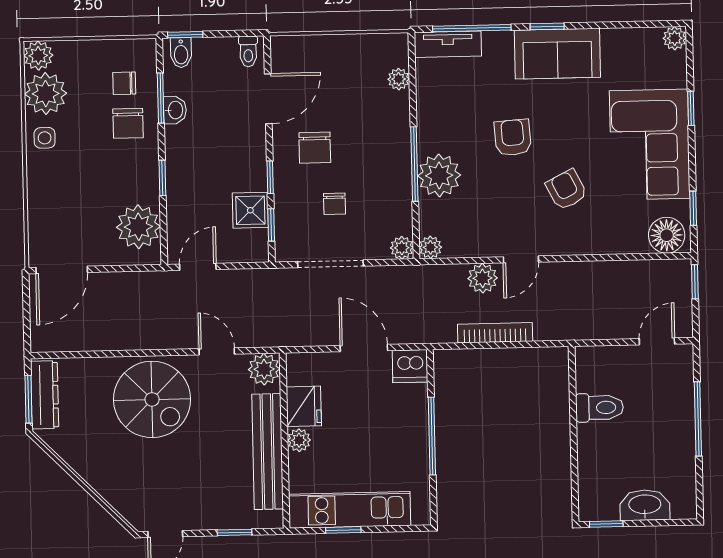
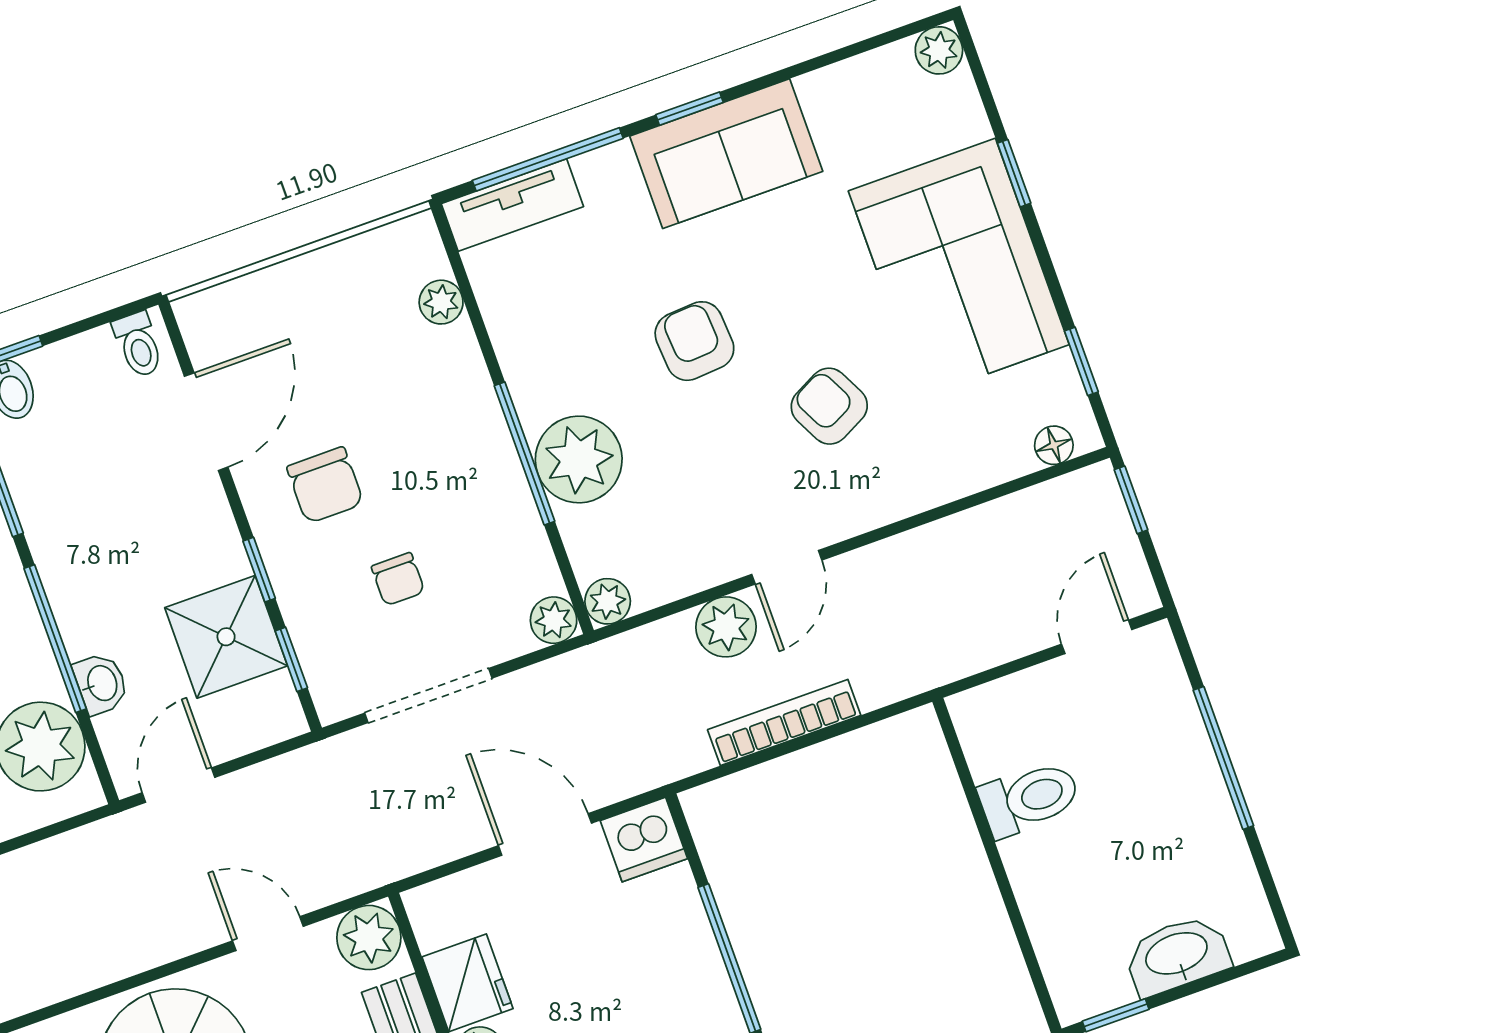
washbasin: (175, 110) -> (101, 684), moved
window: (162, 178) -> (55, 639), width x2.17
shower: (250, 210) -> (226, 637), width x1.36, depth x1.36
floor lamp: (667, 235) -> (1054, 445), width x0.53, depth x0.53

